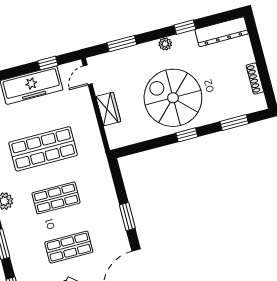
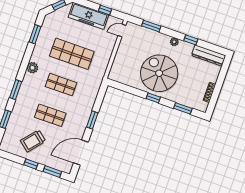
wardrobe: (108, 109) -> (121, 56), removed

